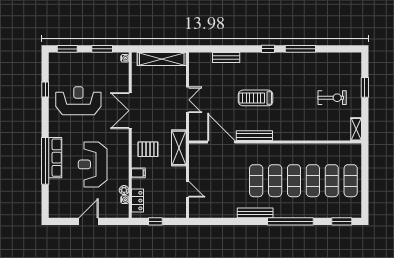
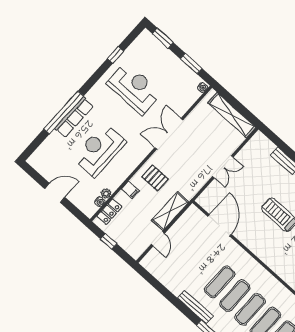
bench: (254, 136) -> (251, 244), removed
shelving: (179, 148) -> (170, 211), moved

